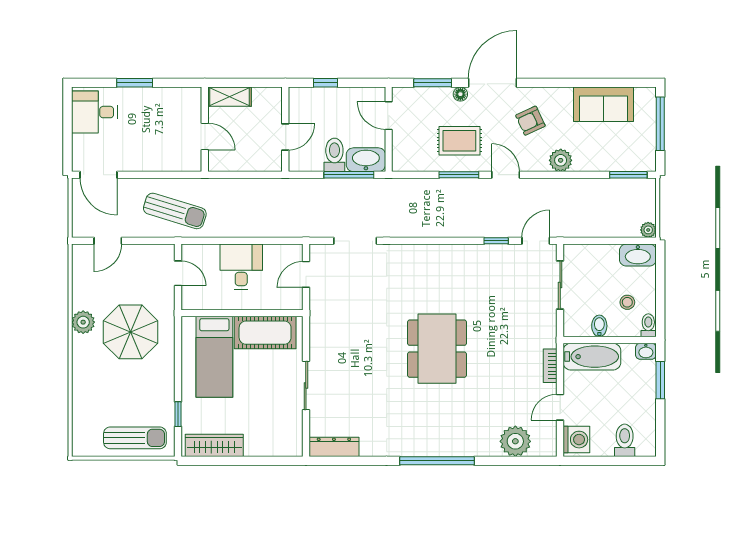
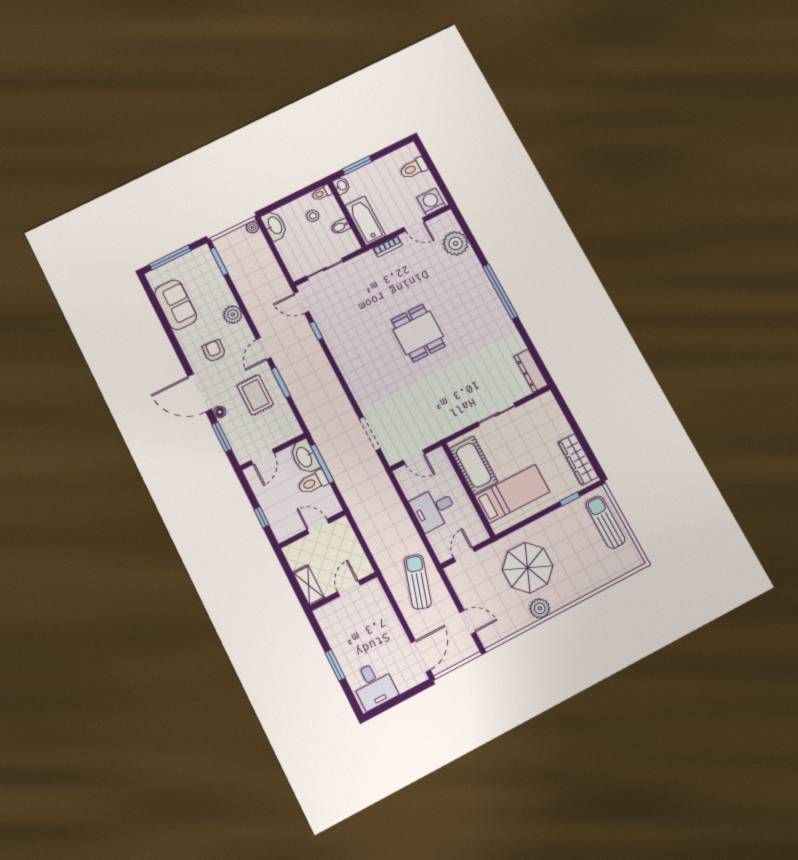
armchair: (530, 121) -> (214, 351), turned -152
dining table: (437, 349) -> (418, 333), width x0.73

